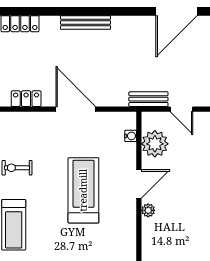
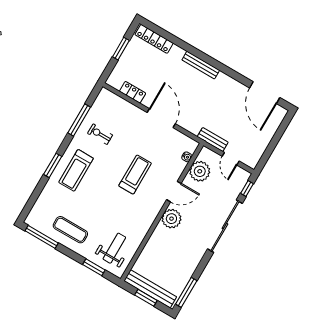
door: (177, 11) -> (265, 93), hinge flipped
treadmill: (83, 190) -> (135, 174), width x0.73, depth x0.73
plant: (148, 210) -> (171, 219), width x1.87, depth x1.87

